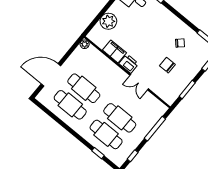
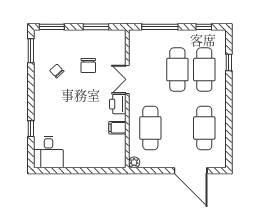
plant: (108, 21) -> (93, 158), removed
filing cabinet: (114, 51) -> (117, 128), width x0.50
double door: (139, 82) -> (127, 79), swing flipped
cafe table: (84, 88) -> (150, 128), moved

